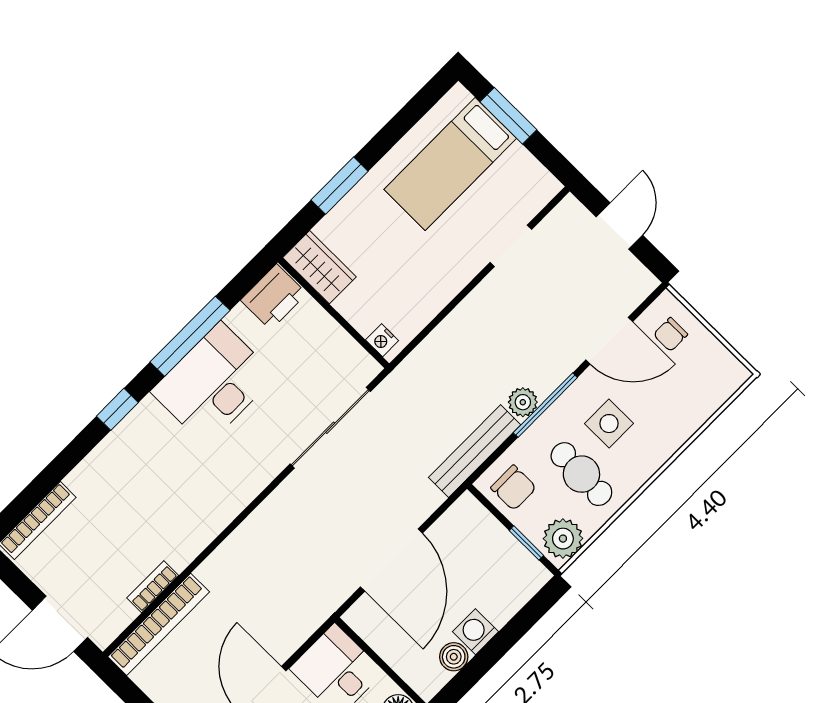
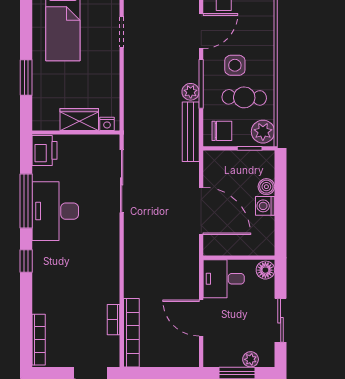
wardrobe: (319, 267) -> (79, 119), moved
boiler: (454, 657) -> (266, 187), moved

